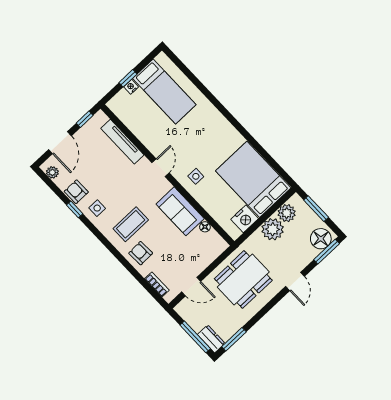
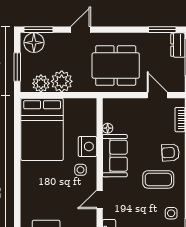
nightstand: (245, 219) -> (87, 146), moved, turned 90
armchair: (141, 253) -> (170, 153), turned 89

